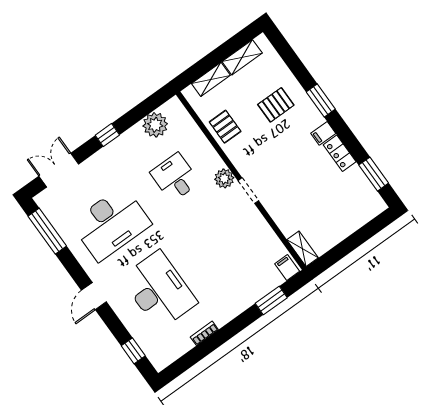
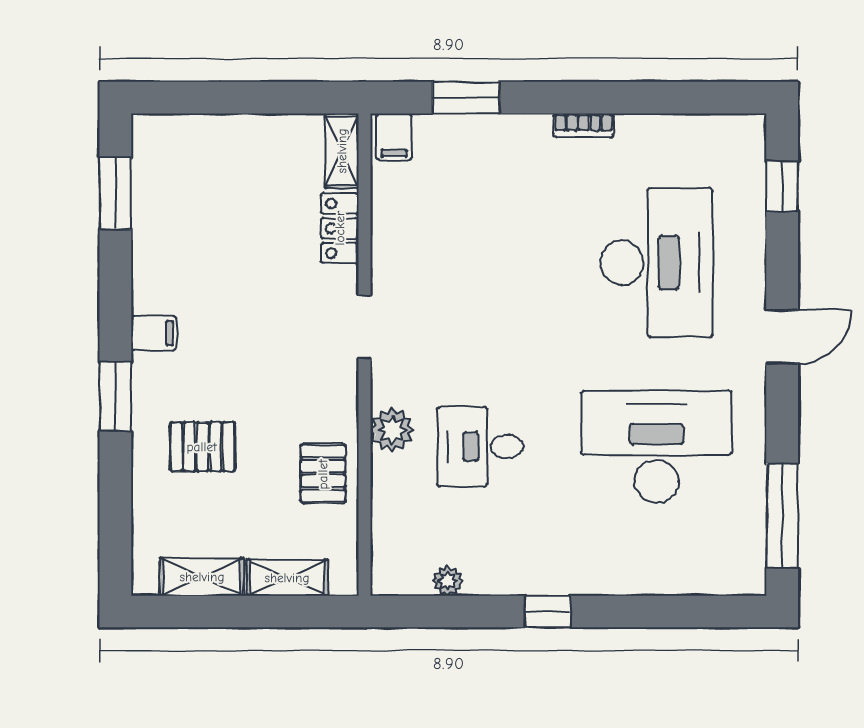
plant: (155, 125) -> (448, 581), width x0.53, depth x0.53
locker: (340, 153) -> (340, 228), moved, turned 180
double door: (59, 170) -> (682, 612), removed
desk: (175, 177) -> (480, 447), turned 90
plant: (224, 178) -> (392, 430), moved
desk: (159, 290) -> (656, 263), turned 180
bookcase: (204, 333) -> (584, 125), moved

